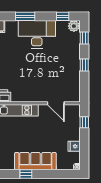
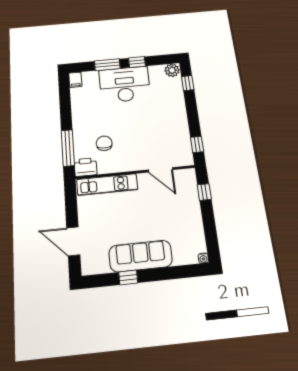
window: (63, 16) -> (137, 62), moved
window: (84, 65) -> (197, 144), moved
chair: (18, 79) -> (104, 143), added
fridge: (74, 146) -> (195, 228), removed

